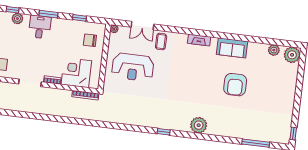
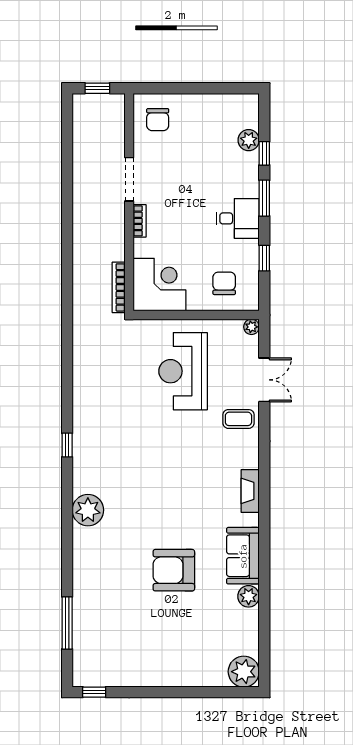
window: (13, 10) -> (264, 153), moved
double door: (142, 26) -> (264, 380), swing flipped
desk: (40, 27) -> (238, 218), moved
plant: (274, 50) -> (249, 596), moved
corner desk: (76, 73) -> (160, 285), moved

